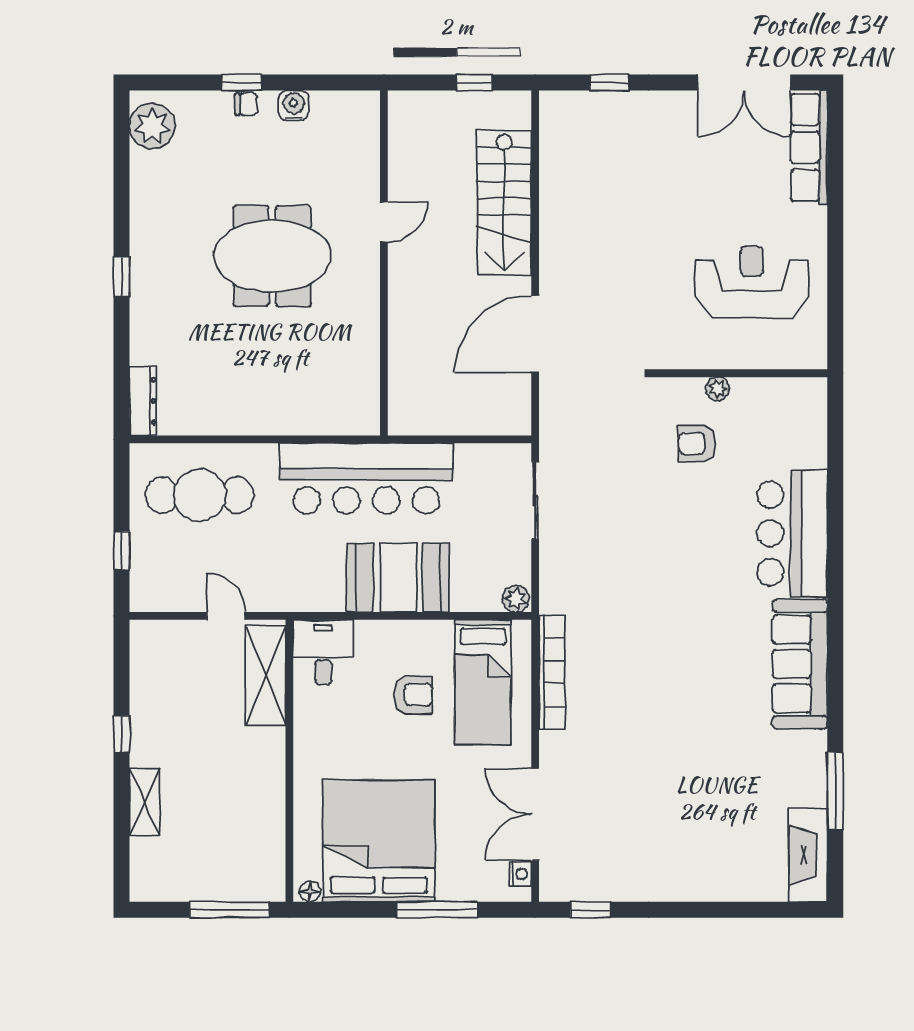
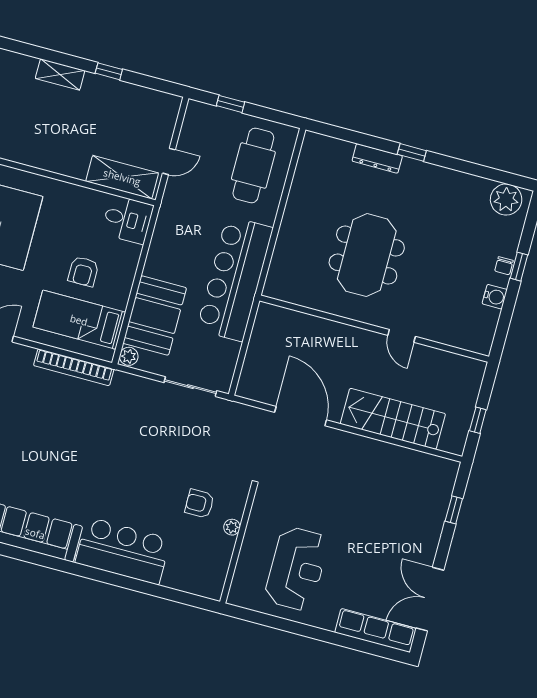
meeting table: (272, 256) -> (367, 255), moved
dresser: (143, 401) -> (377, 158), moved
armchair: (697, 443) -> (199, 504), turned -90
booth: (398, 578) -> (155, 316), moved

